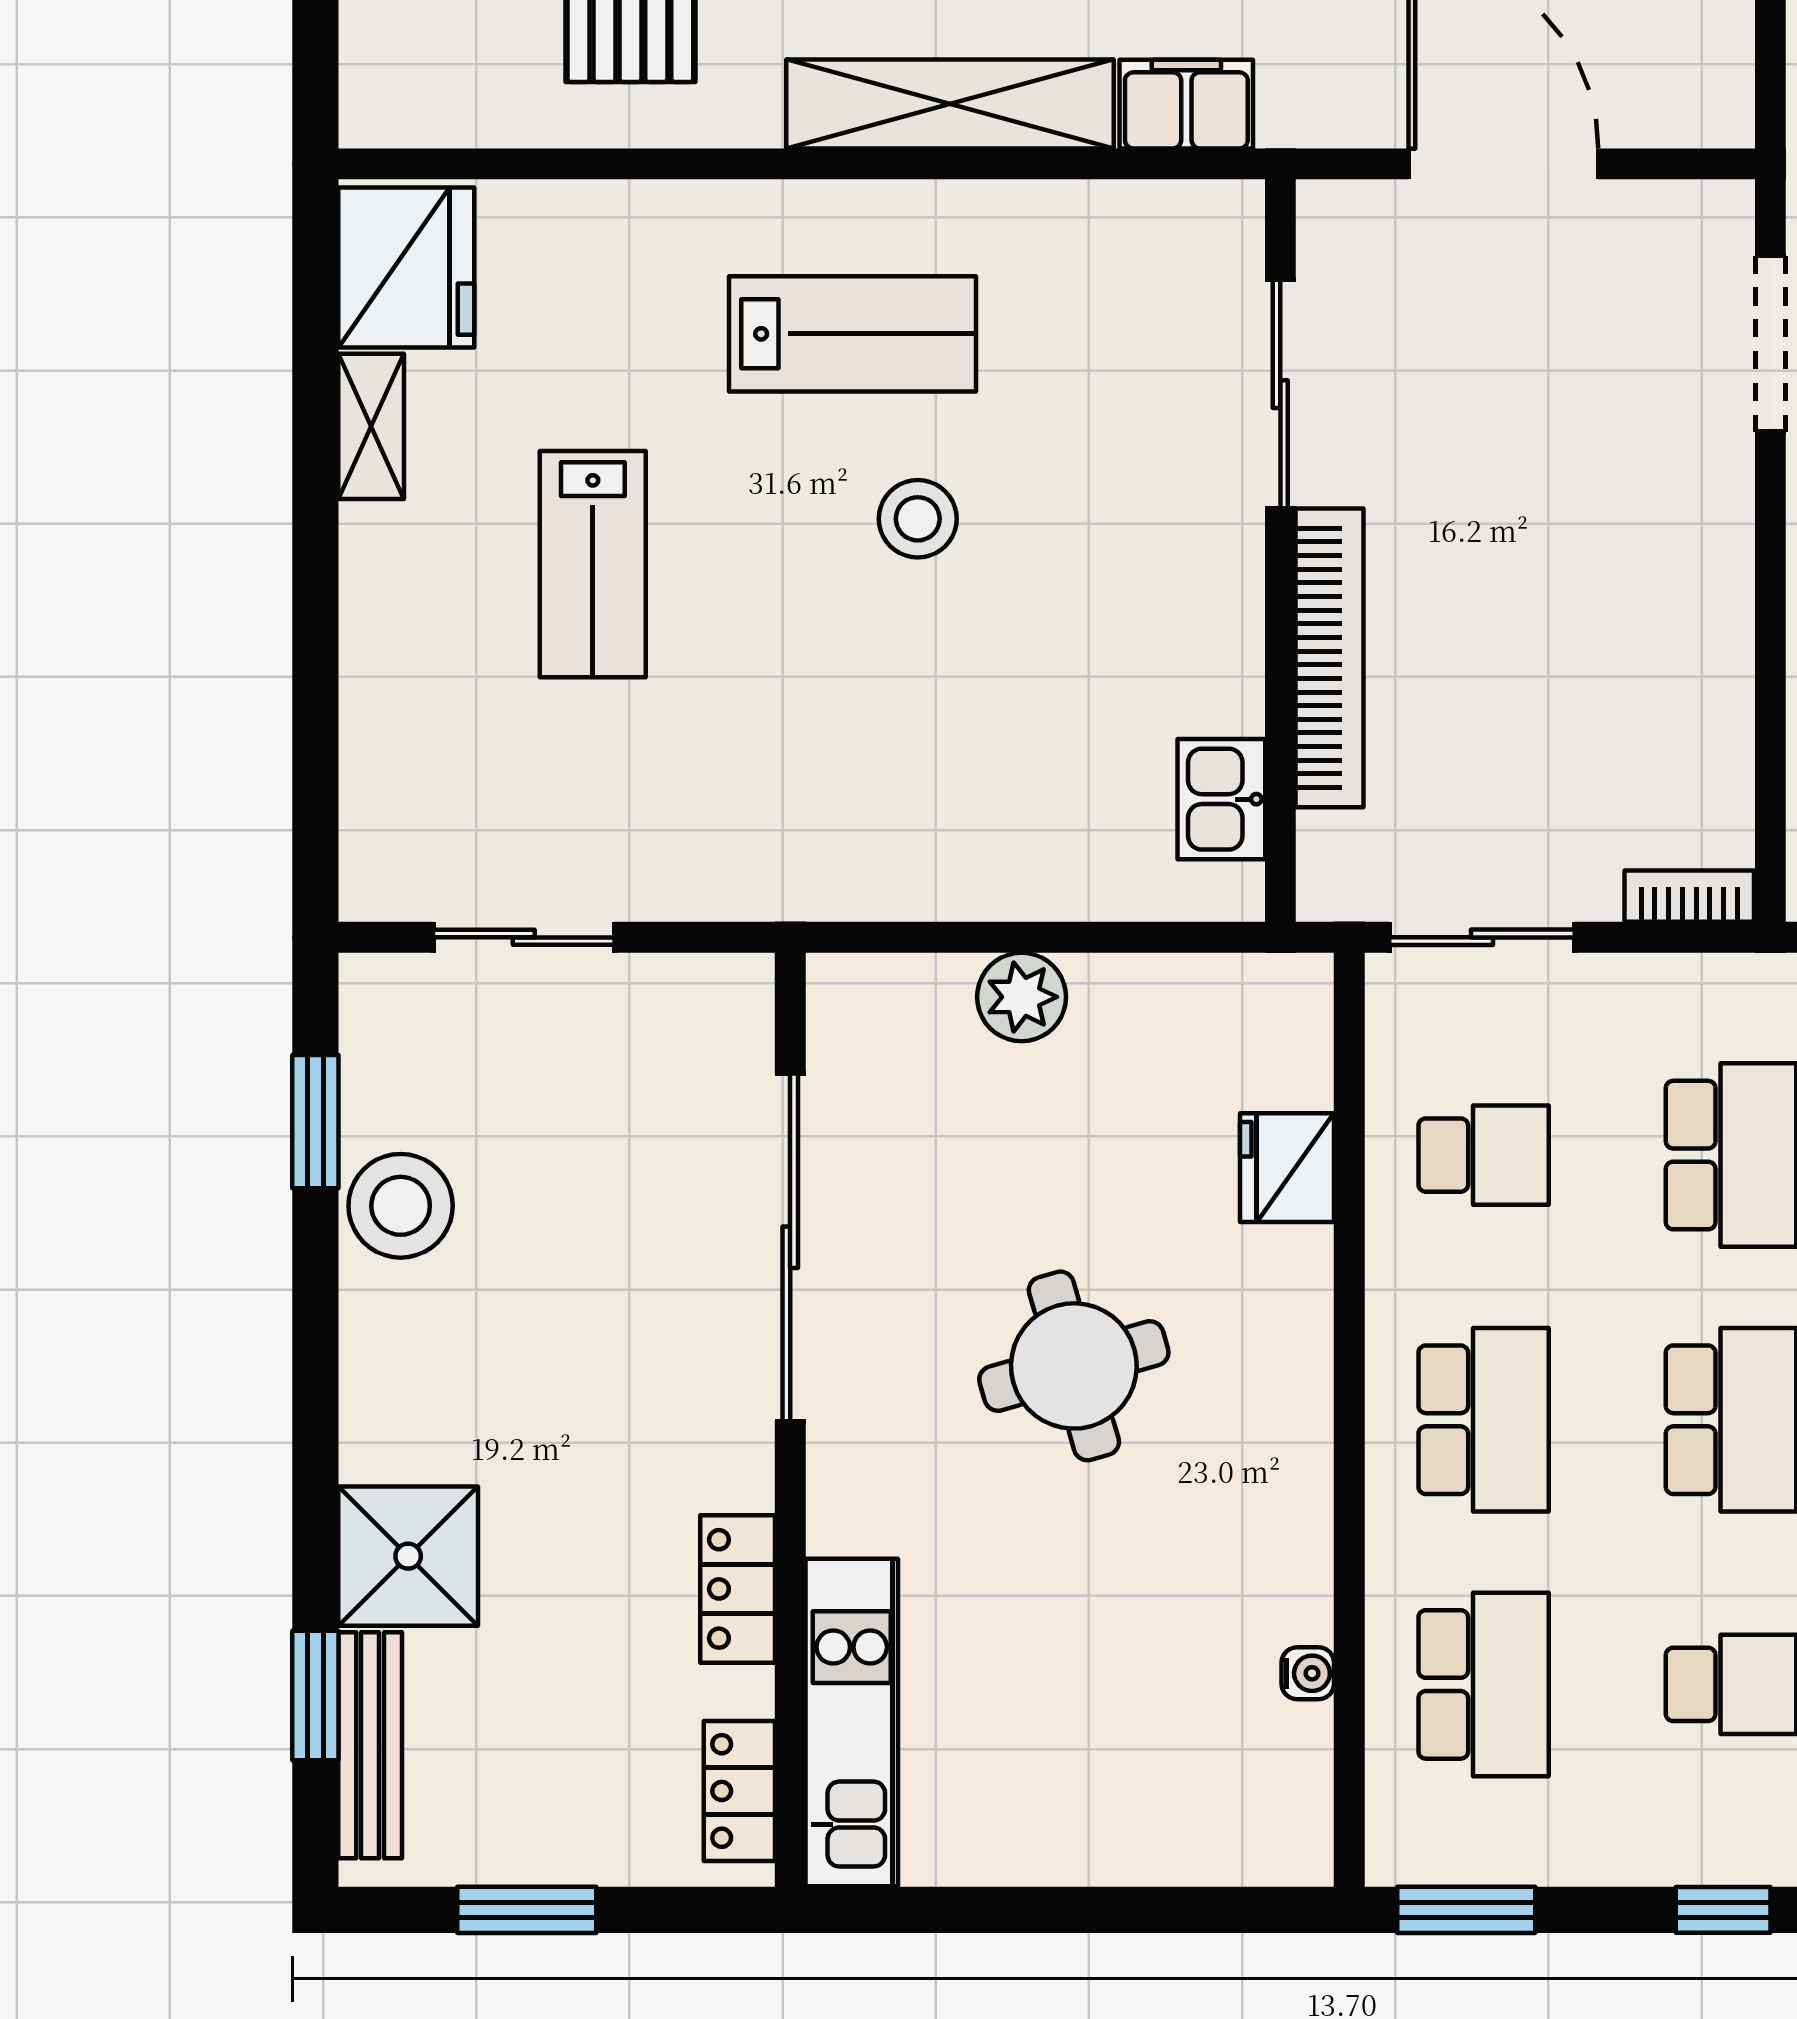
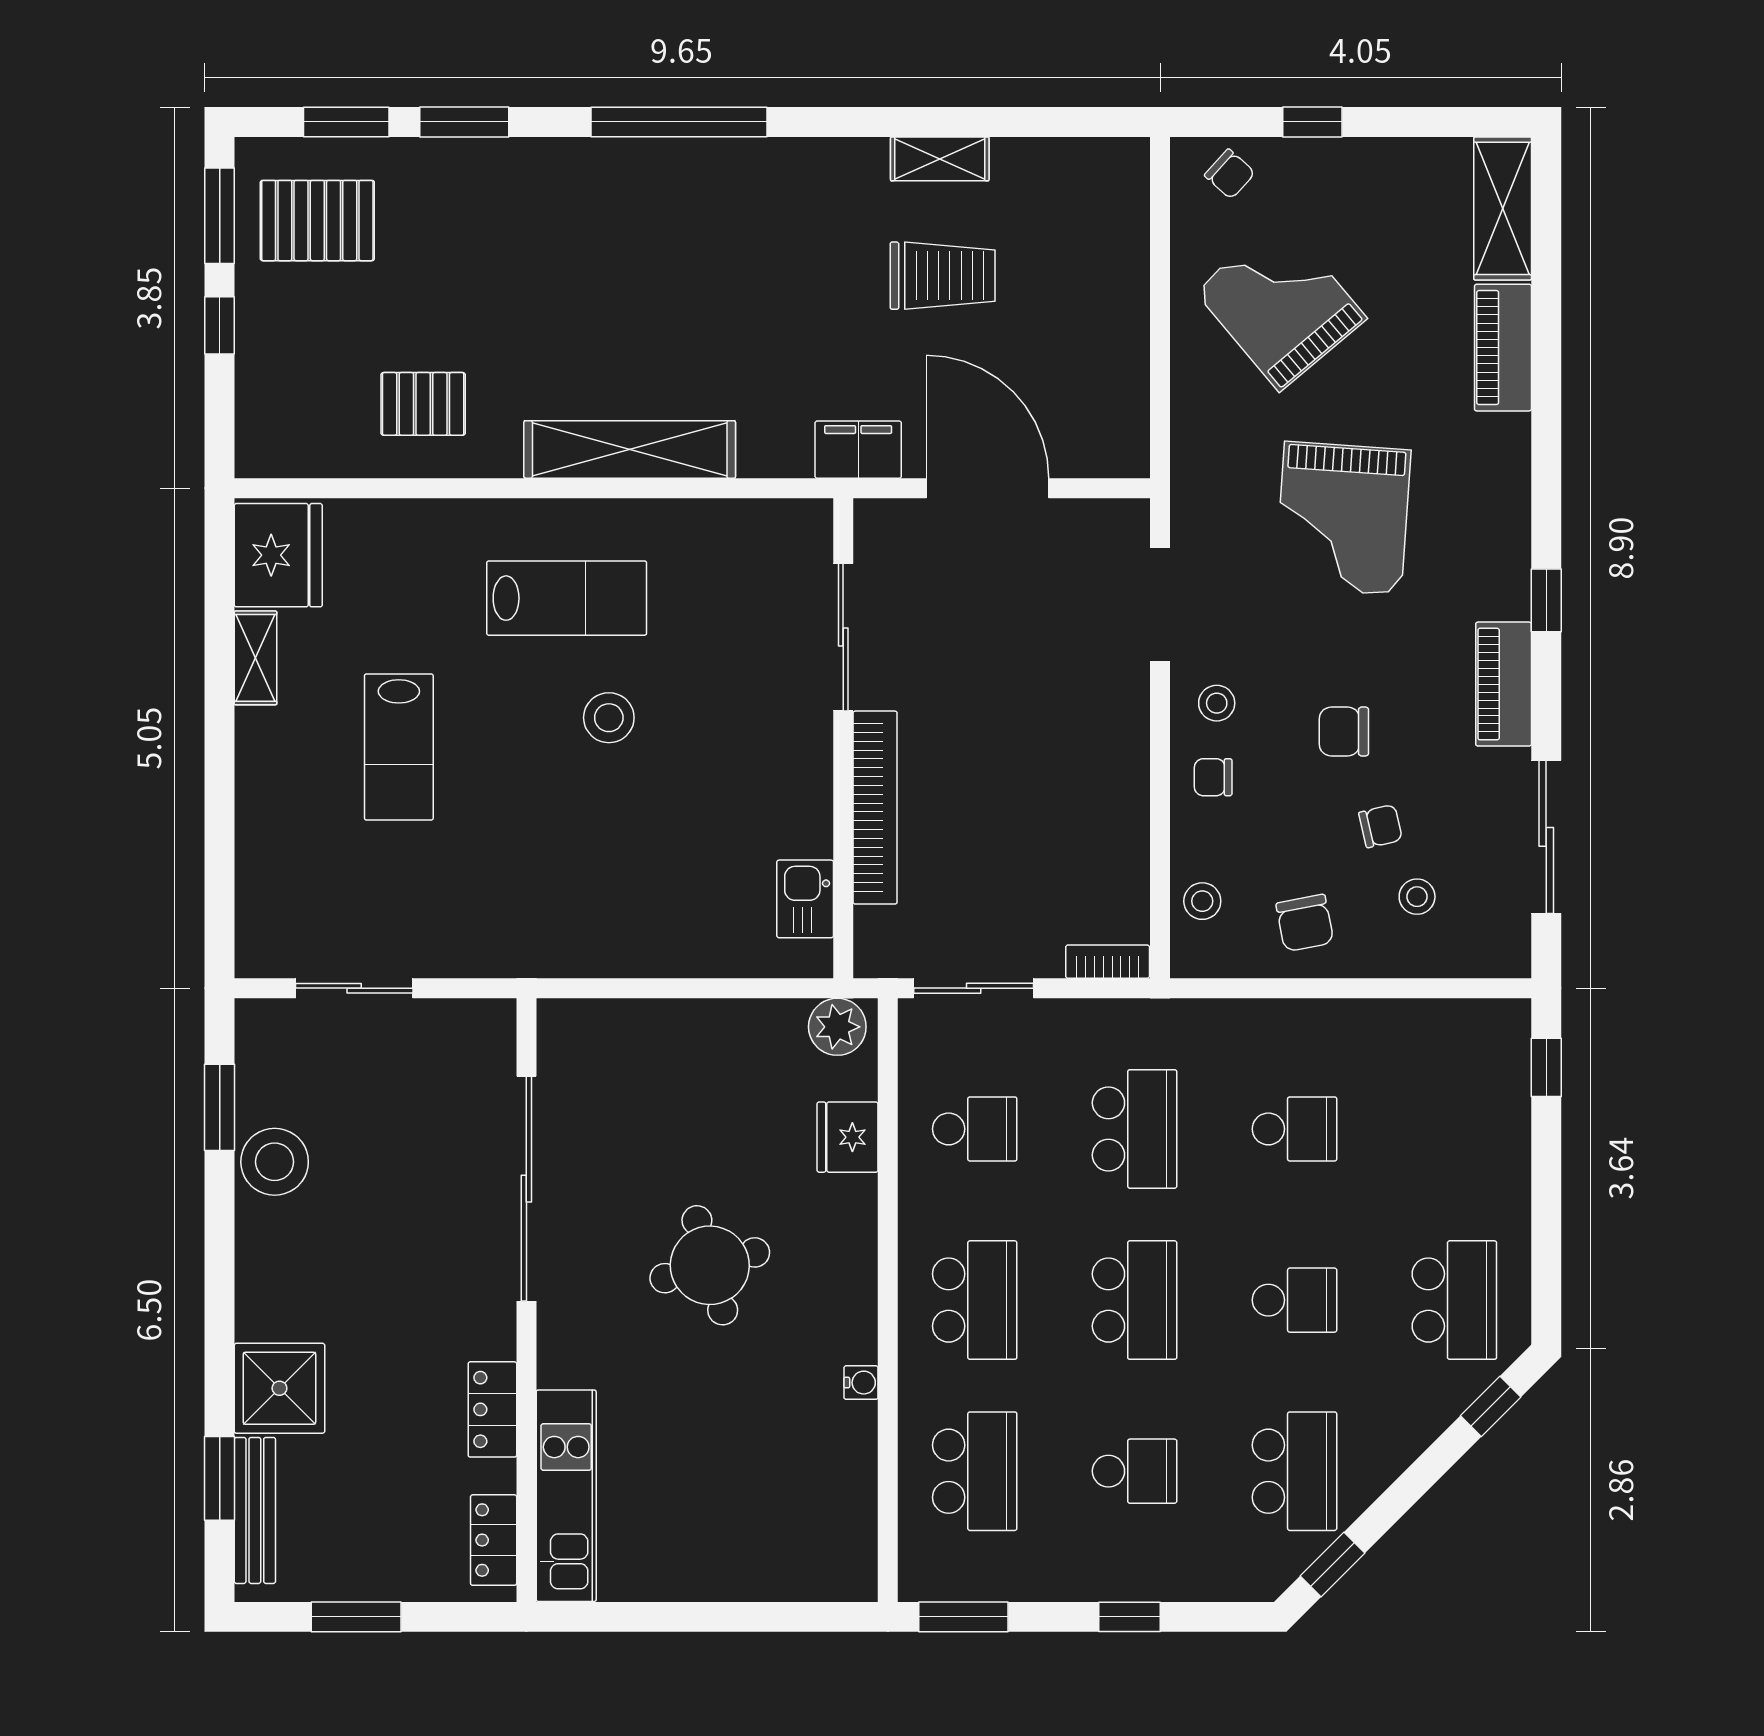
filing cabinet: (1186, 104) -> (858, 450), moved
plant: (1022, 997) -> (837, 1027), moved
water cooler: (1308, 1673) -> (861, 1383), moved

